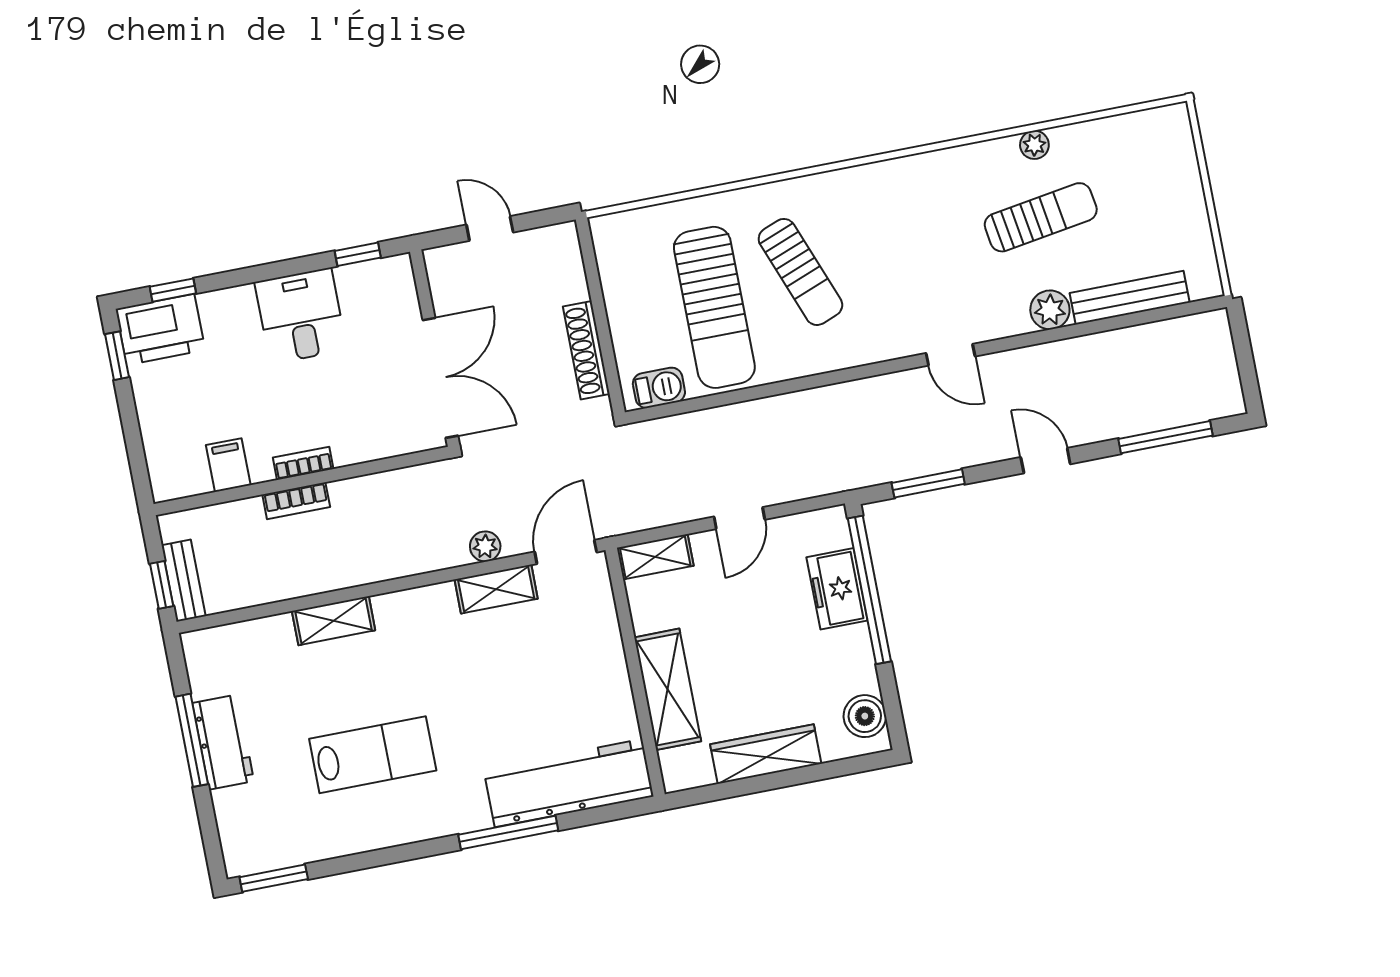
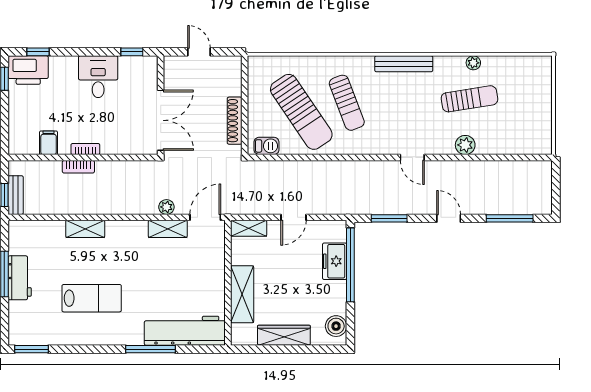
bench: (1130, 298) -> (404, 64), moved
sun lounger: (714, 307) -> (301, 112), turned -34

